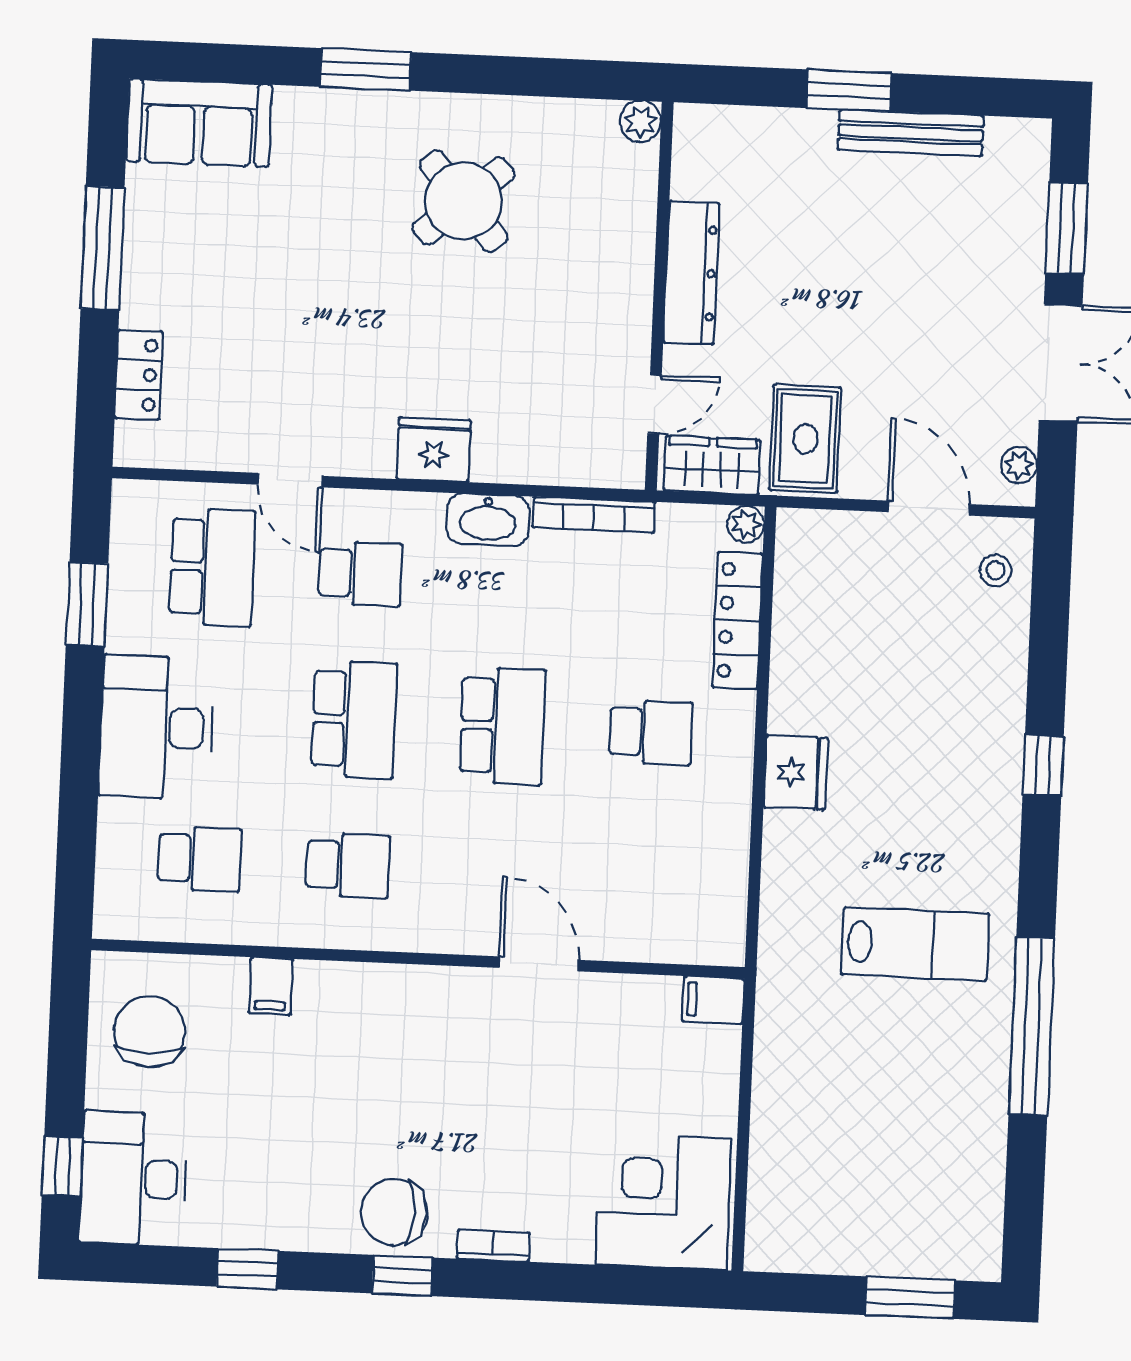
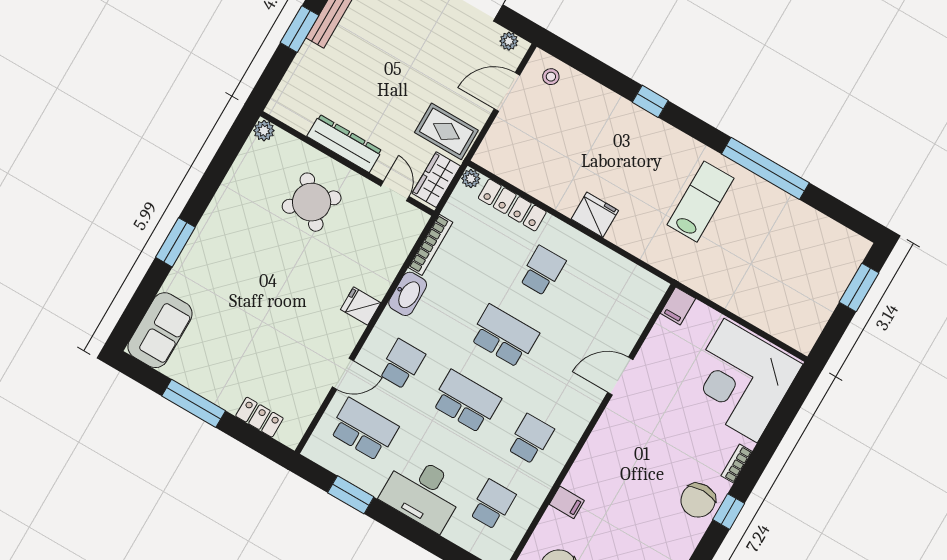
round table: (463, 201) -> (312, 202), moved
fridge: (434, 450) -> (361, 306), width x0.72
corner desk: (663, 1202) -> (741, 381), width x1.36, depth x1.36

